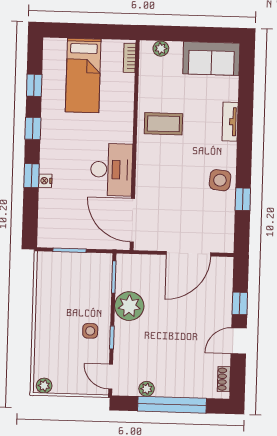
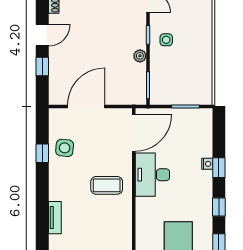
coffee table: (163, 124) -> (107, 185), moved
side table: (220, 180) -> (65, 148), moved
door: (132, 220) -> (134, 133), hinge flipped
plant: (129, 306) -> (140, 56), width x0.53, depth x0.53

